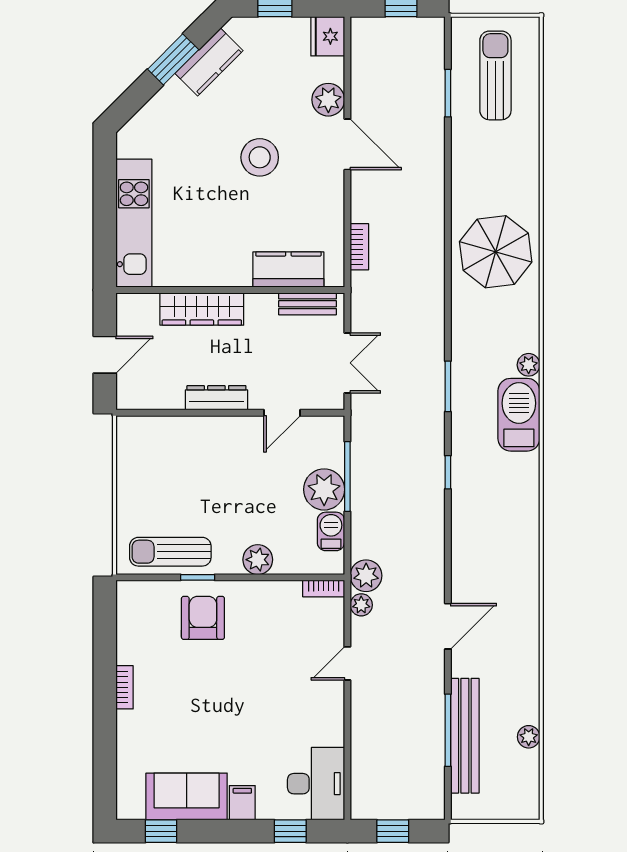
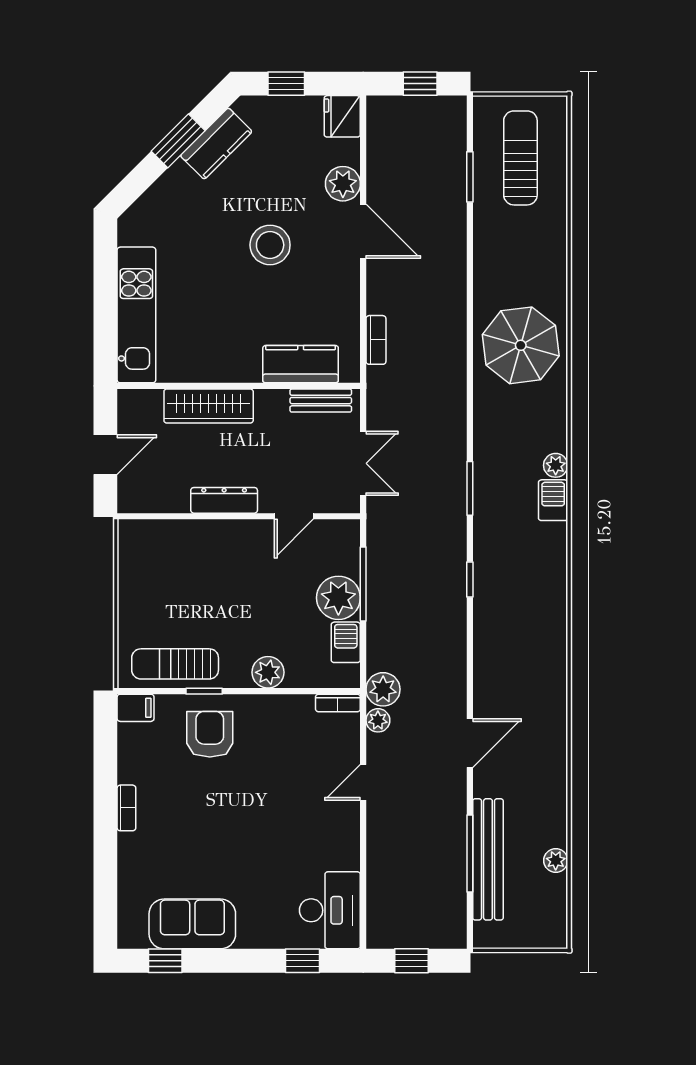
barbecue: (519, 415) -> (553, 500), width x0.53, depth x0.65
filing cabinet: (242, 803) -> (136, 708), moved, turned 90

